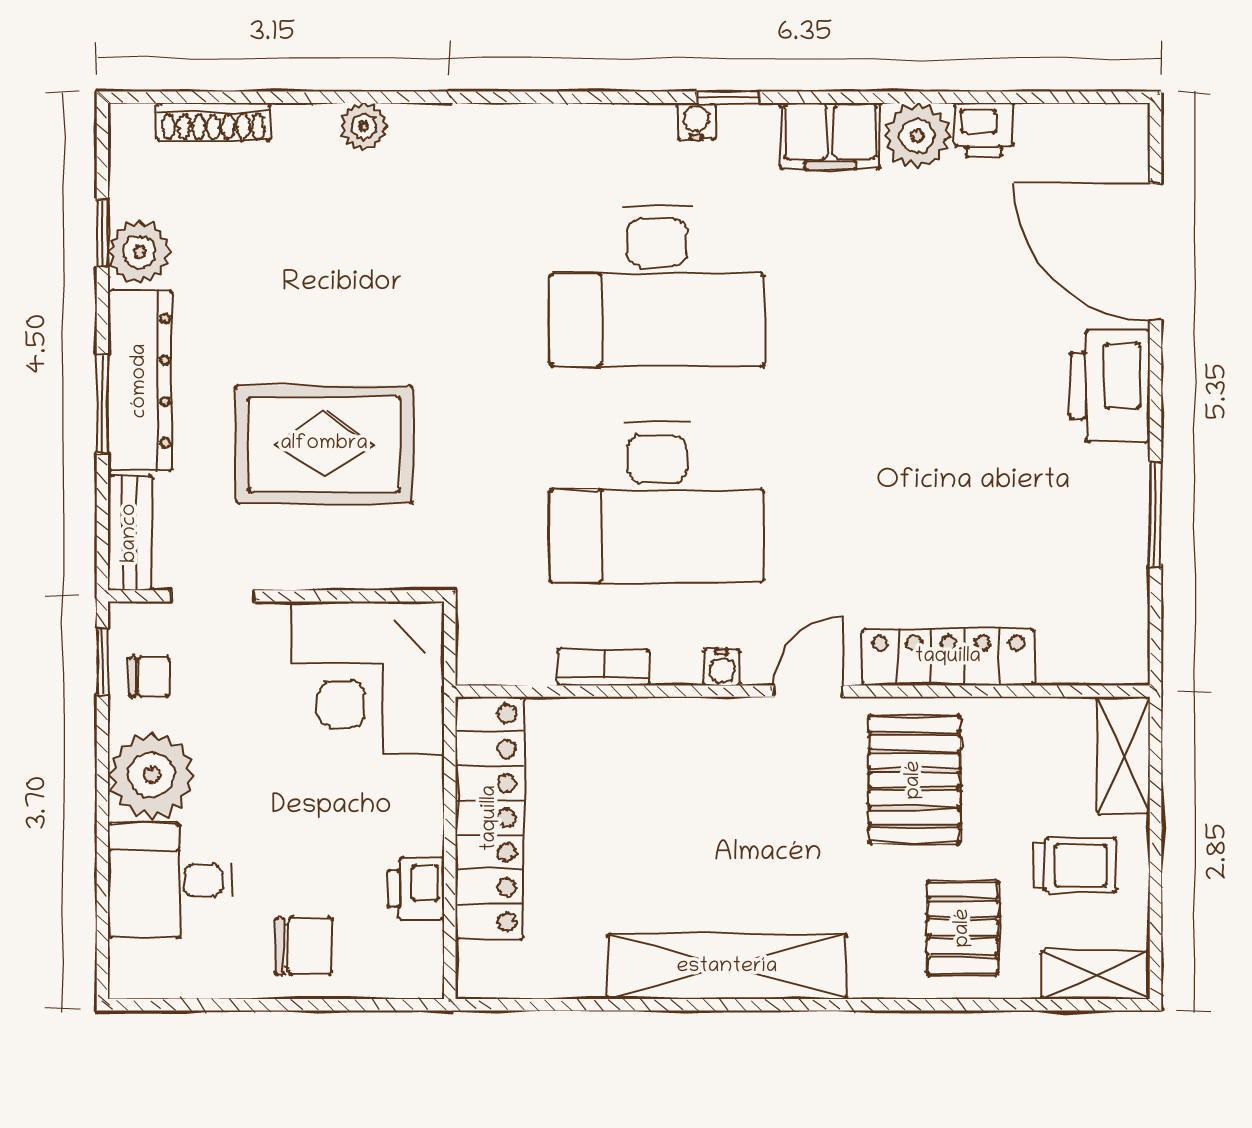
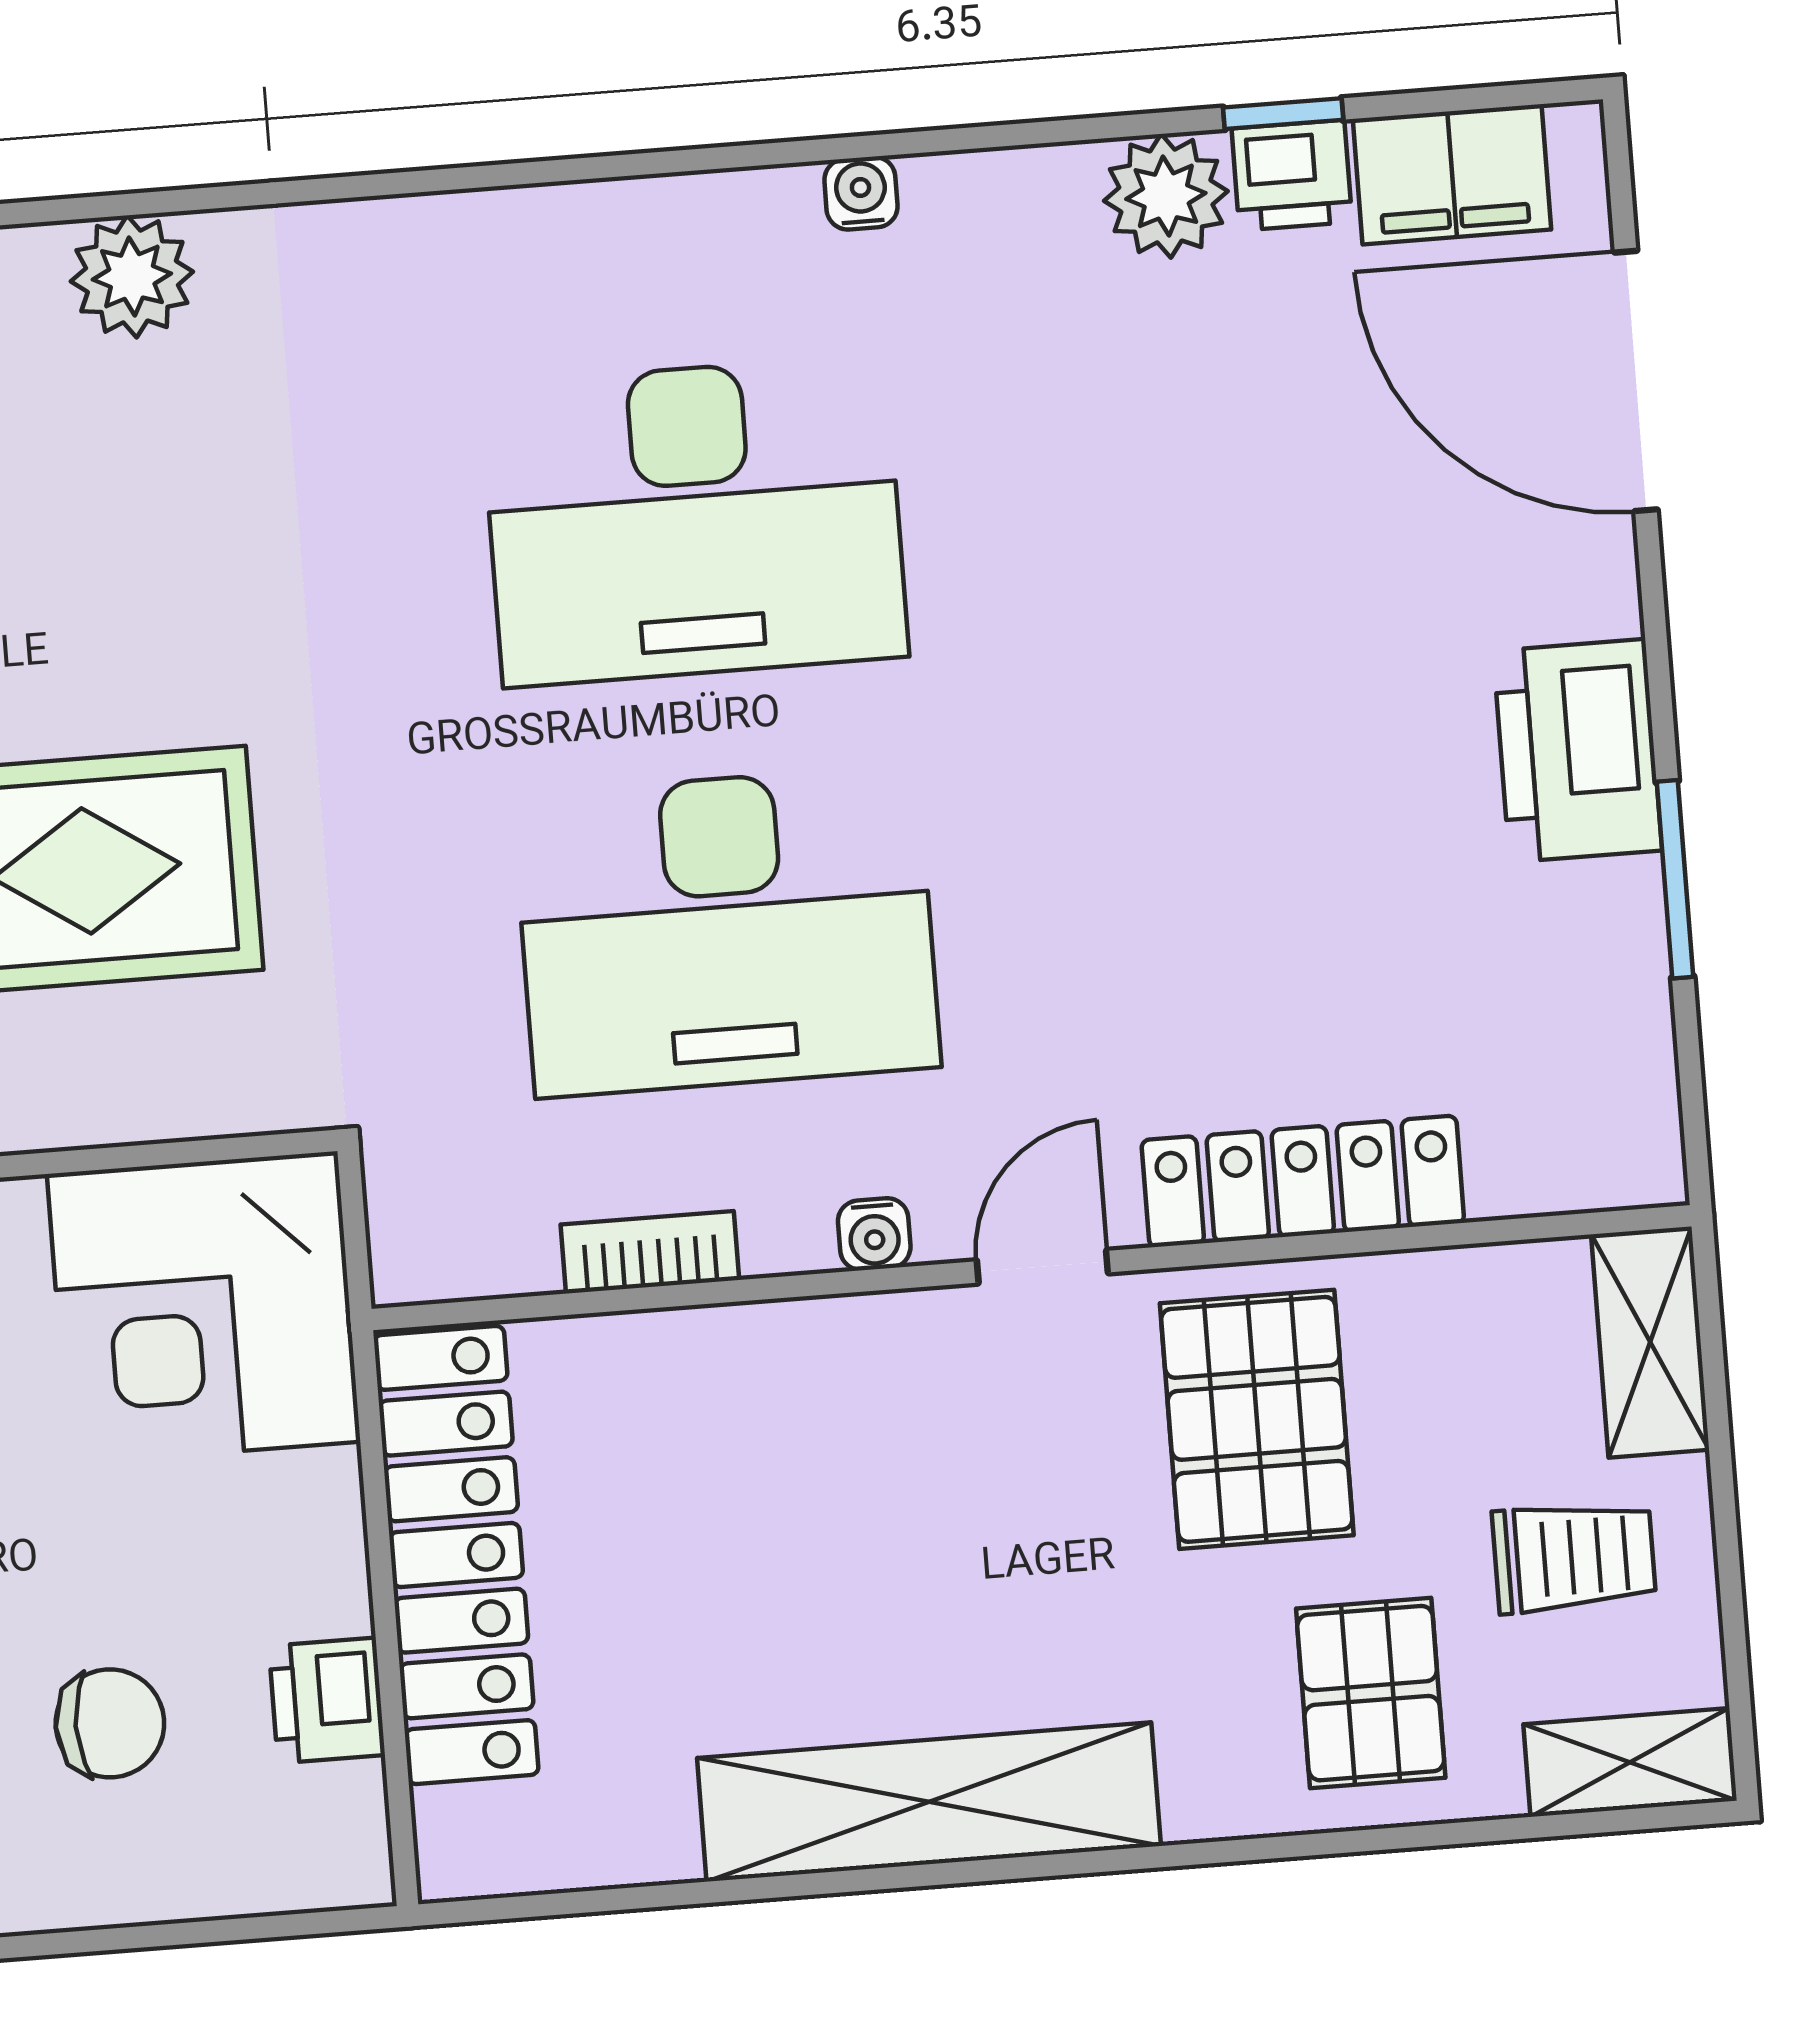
window: (728, 97) -> (1283, 114), moved
water cooler: (696, 122) -> (861, 193), moved
plant: (364, 126) -> (132, 277), width x1.38, depth x1.38
filing cabinet: (830, 136) -> (1452, 174), moved
printer: (1110, 386) -> (1578, 751), moved
chair: (303, 946) -> (110, 1723), moved

